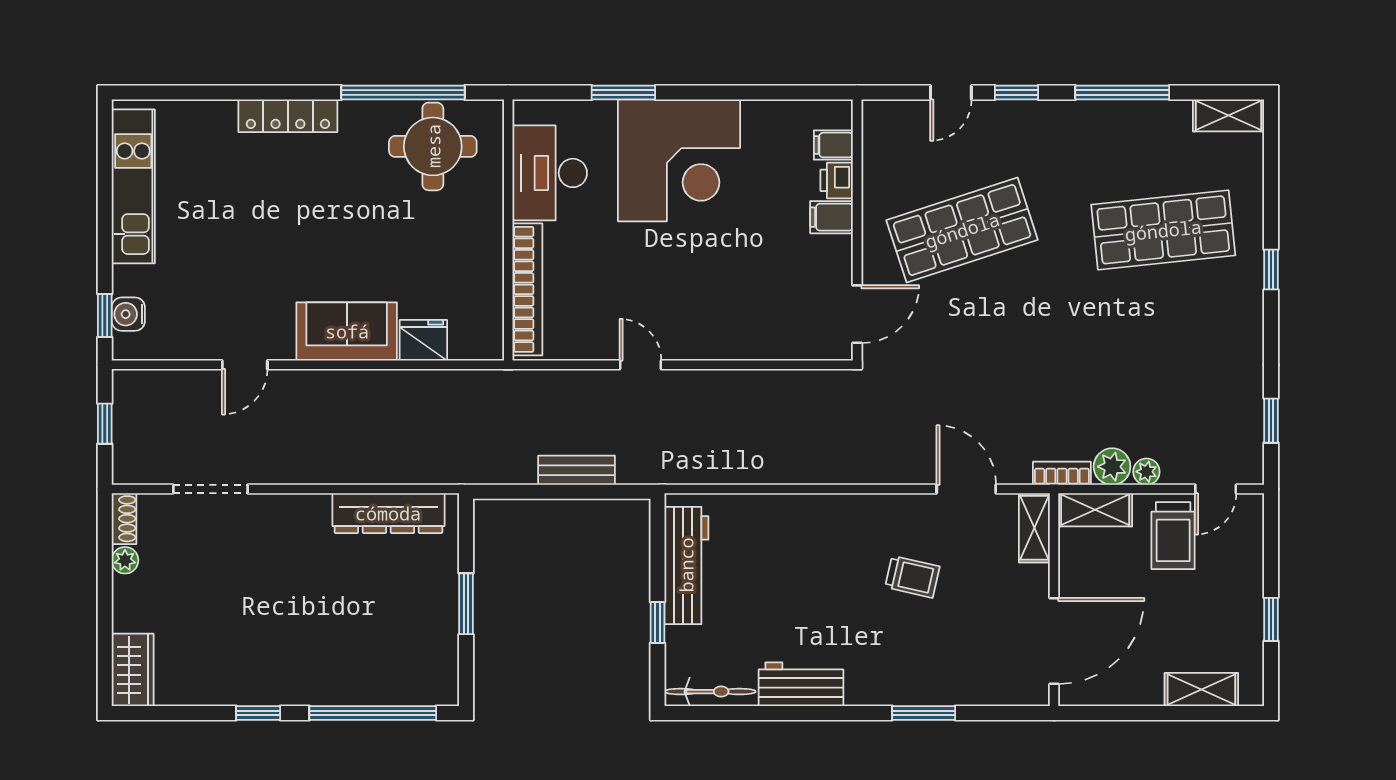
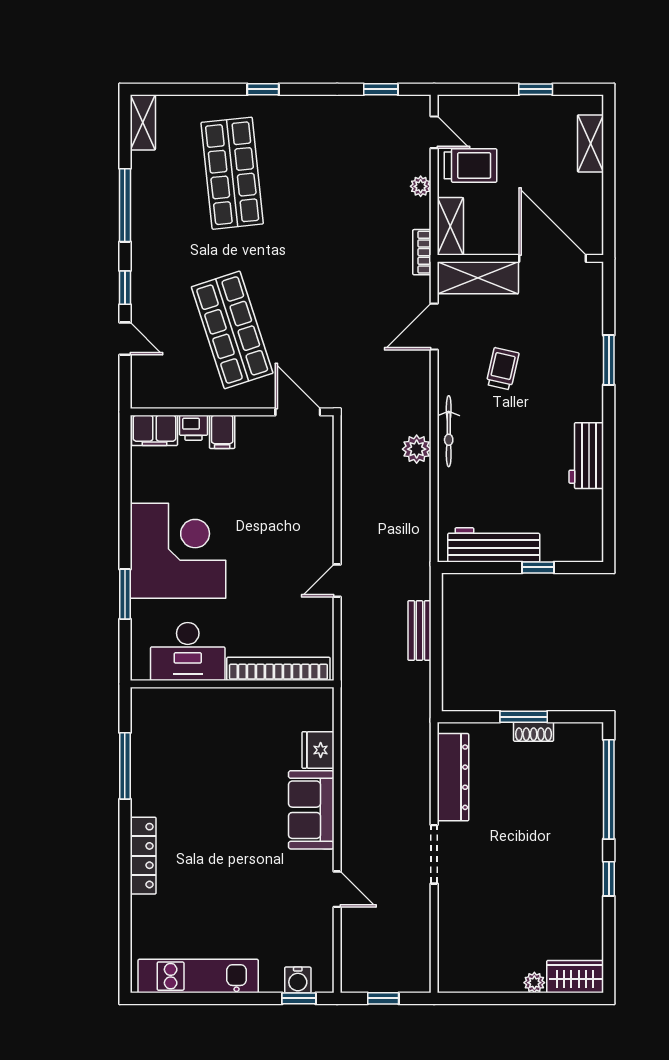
window: (403, 92) -> (125, 766), width x0.68
filing cabinet: (833, 145) -> (154, 430), width x2.00
round table: (433, 146) -> (167, 743), removed
plant: (1112, 467) -> (417, 449), moved
doorway: (210, 489) -> (434, 854), moved
shoe rack: (124, 519) -> (534, 732), moved, turned 180
shelving: (1034, 528) -> (478, 278), width x1.50, depth x1.33
plant: (125, 560) -> (534, 983), moved
bicycle: (710, 692) -> (449, 431), moved, turned 180

